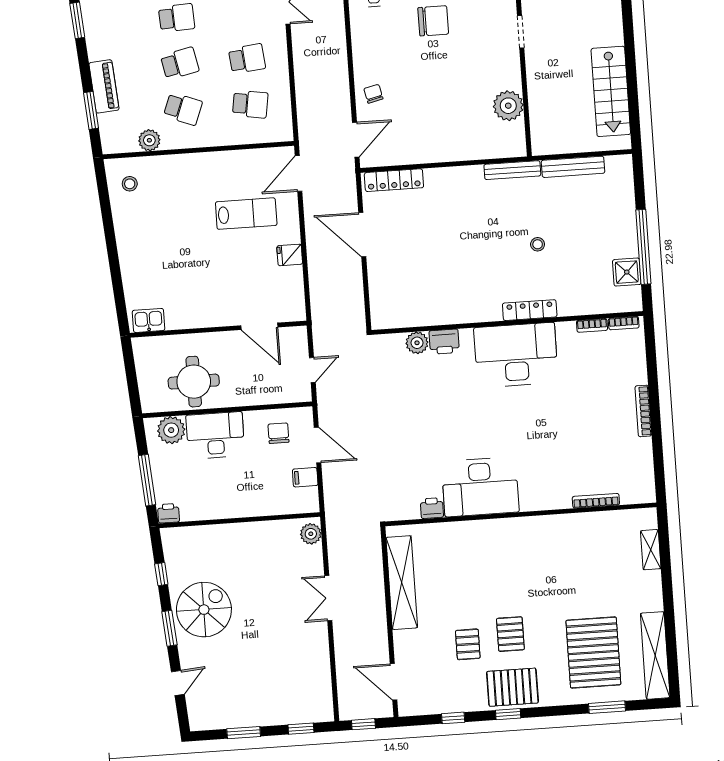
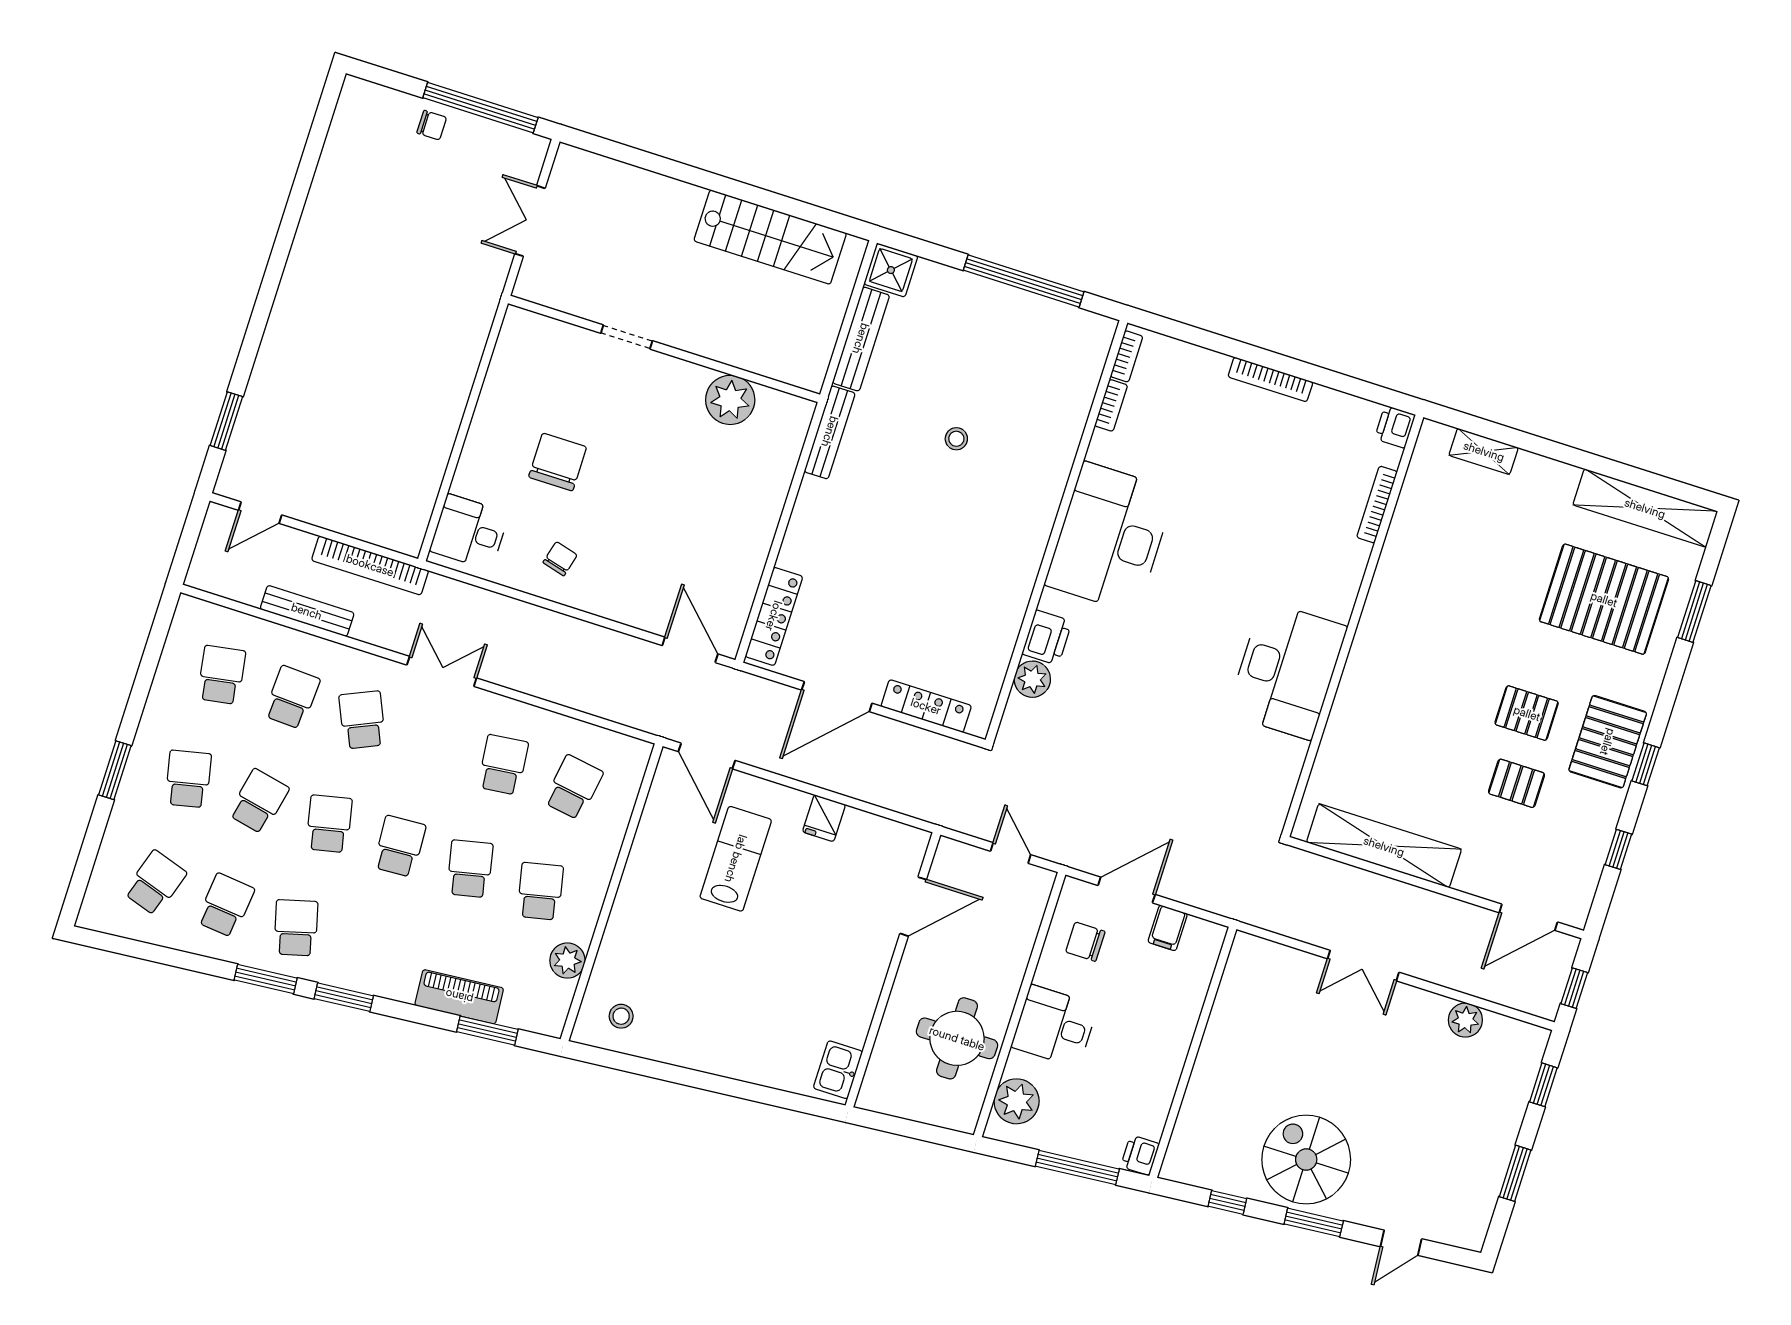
chair: (373, 94) -> (560, 559), moved, turned 118
school desk: (183, 109) -> (540, 891), turned -33
shower: (627, 272) -> (891, 270), moved
locker: (530, 310) -> (926, 706), moved, turned 90
desk: (215, 435) -> (1055, 1026), width x0.73
printer: (432, 508) -> (1395, 427), moved
plant: (311, 534) -> (1465, 1020), moved
door: (178, 683) -> (1401, 1243), swing flipped

